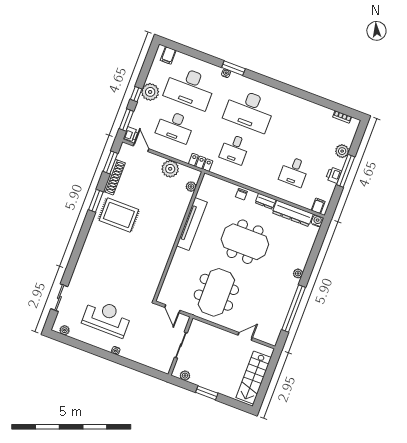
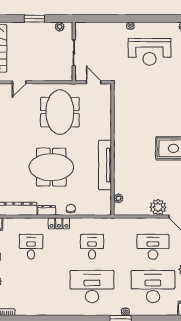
locker: (201, 162) -> (59, 223), moved
plant: (170, 169) -> (158, 207), moved

